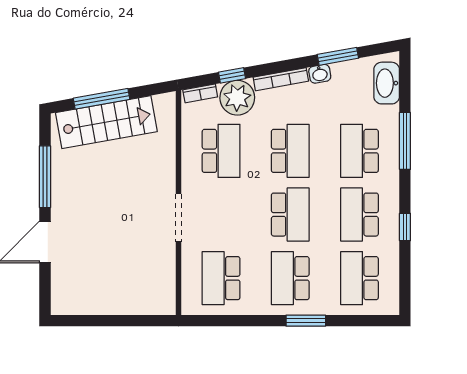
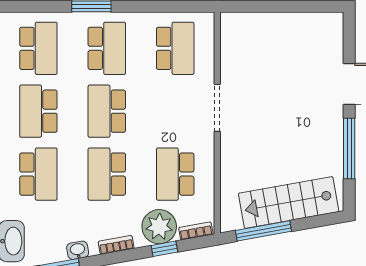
bookcase: (281, 79) -> (116, 245), width x0.64
window: (102, 99) -> (263, 231), moved
school desk: (359, 215) -> (38, 111), turned 180

